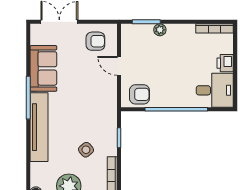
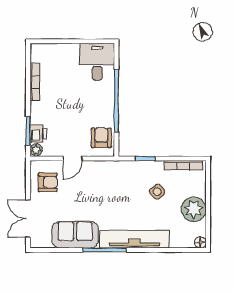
bookcase: (215, 28) -> (35, 82), moved
plant: (160, 30) -> (36, 150), moved
armchair: (95, 41) -> (48, 182), turned 90
printer: (225, 63) -> (38, 134), moved, turned -90

